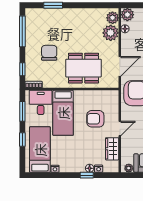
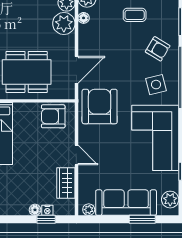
armchair: (95, 119) -> (53, 116), moved
door: (120, 128) -> (76, 155), hinge flipped
window: (87, 175) -> (46, 219), moved

